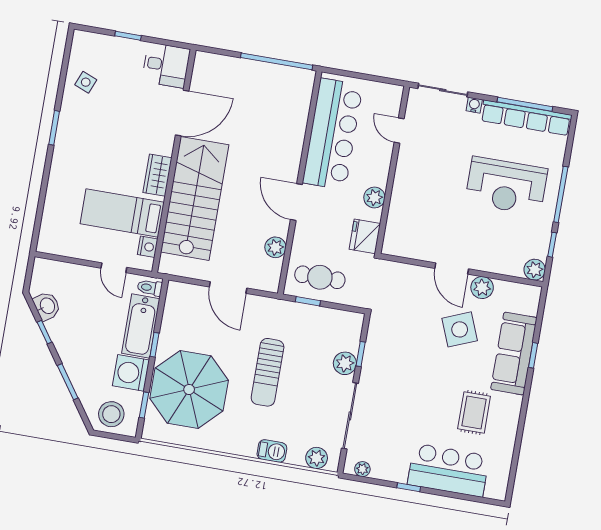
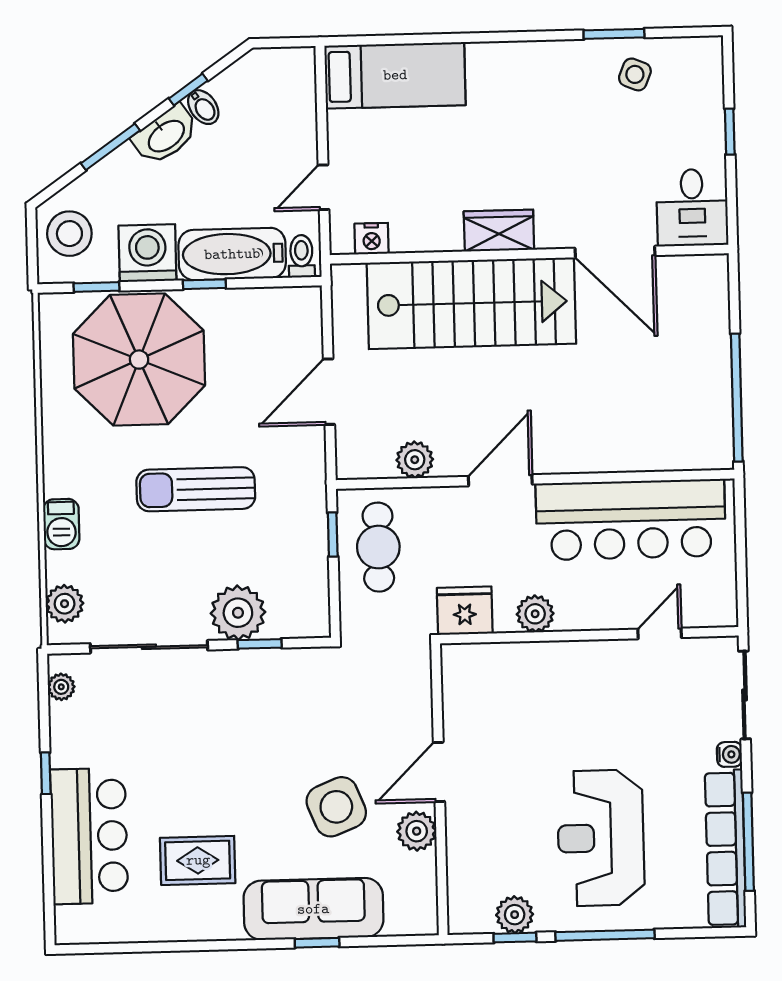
window: (54, 128) -> (614, 34), moved
bed: (122, 213) -> (395, 75), moved, turned 90
plant: (535, 270) -> (515, 915), moved
washbasin: (47, 306) -> (166, 135), moved, width x1.38
bidet: (56, 326) -> (203, 107), added
plant: (345, 363) -> (238, 613), width x1.36, depth x1.36

